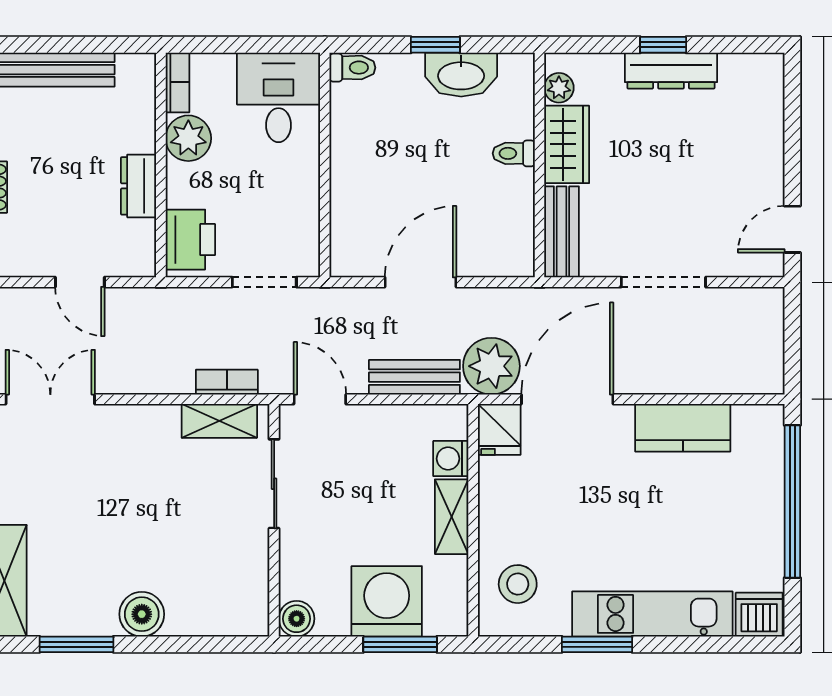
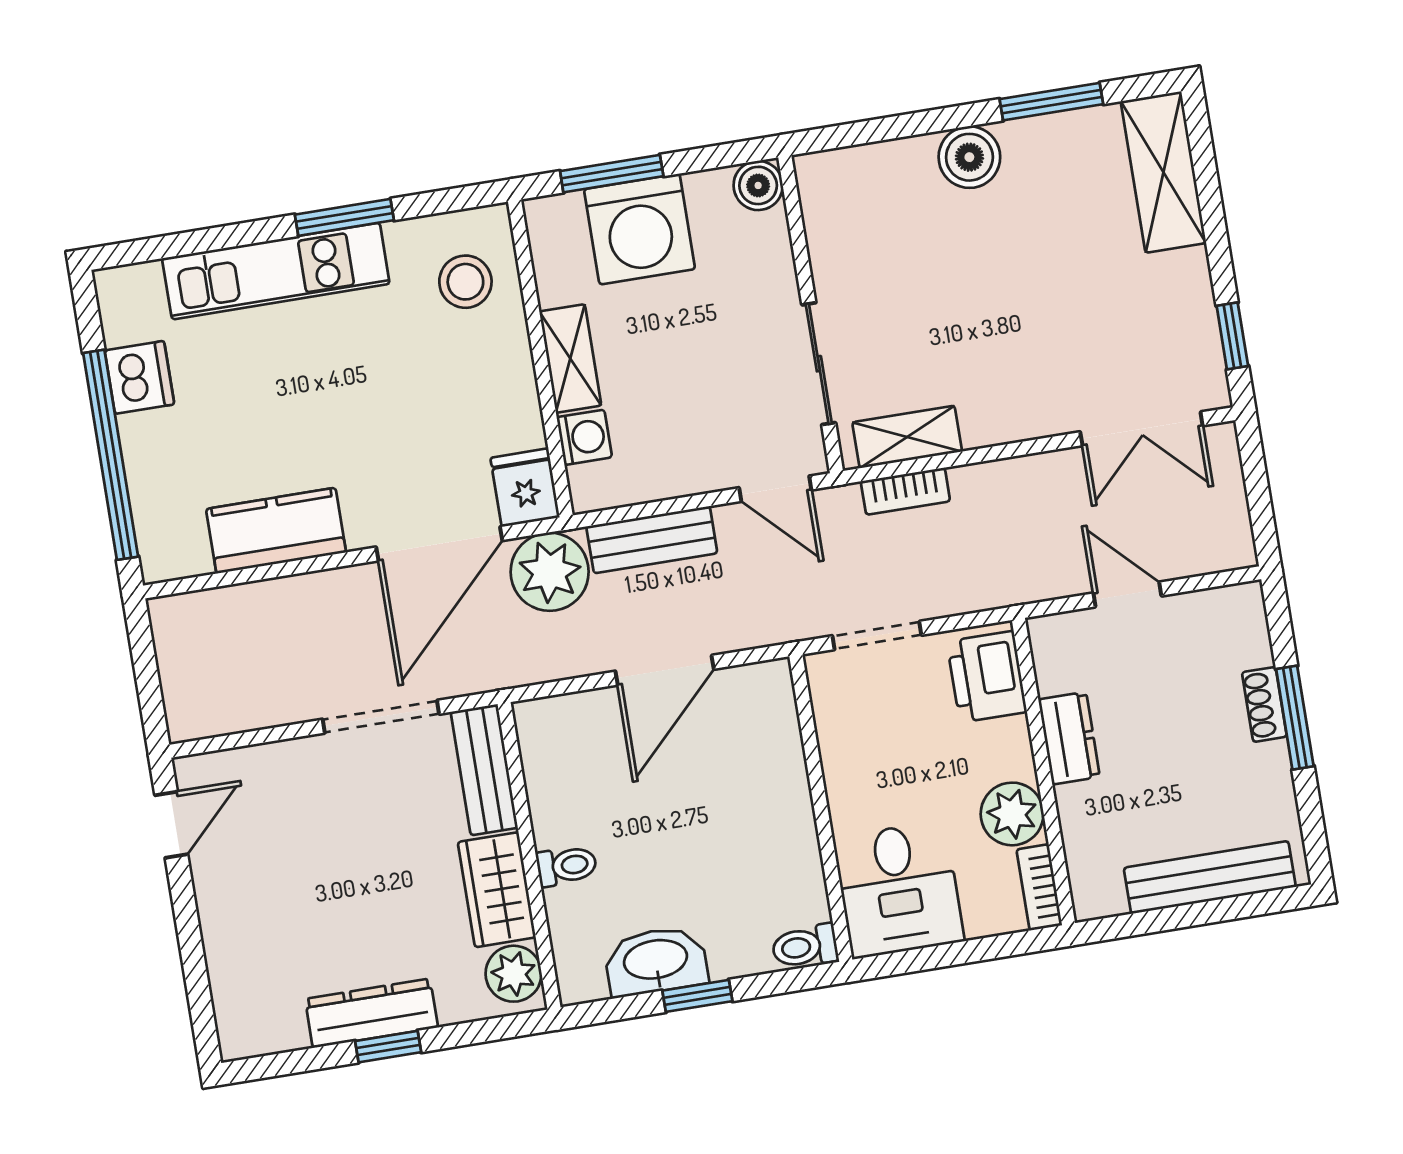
plant: (559, 88) -> (514, 974), width x1.38, depth x1.38
doorway: (663, 282) -> (381, 717), moved
dishwasher: (759, 615) -> (139, 377), moved, turned -90

